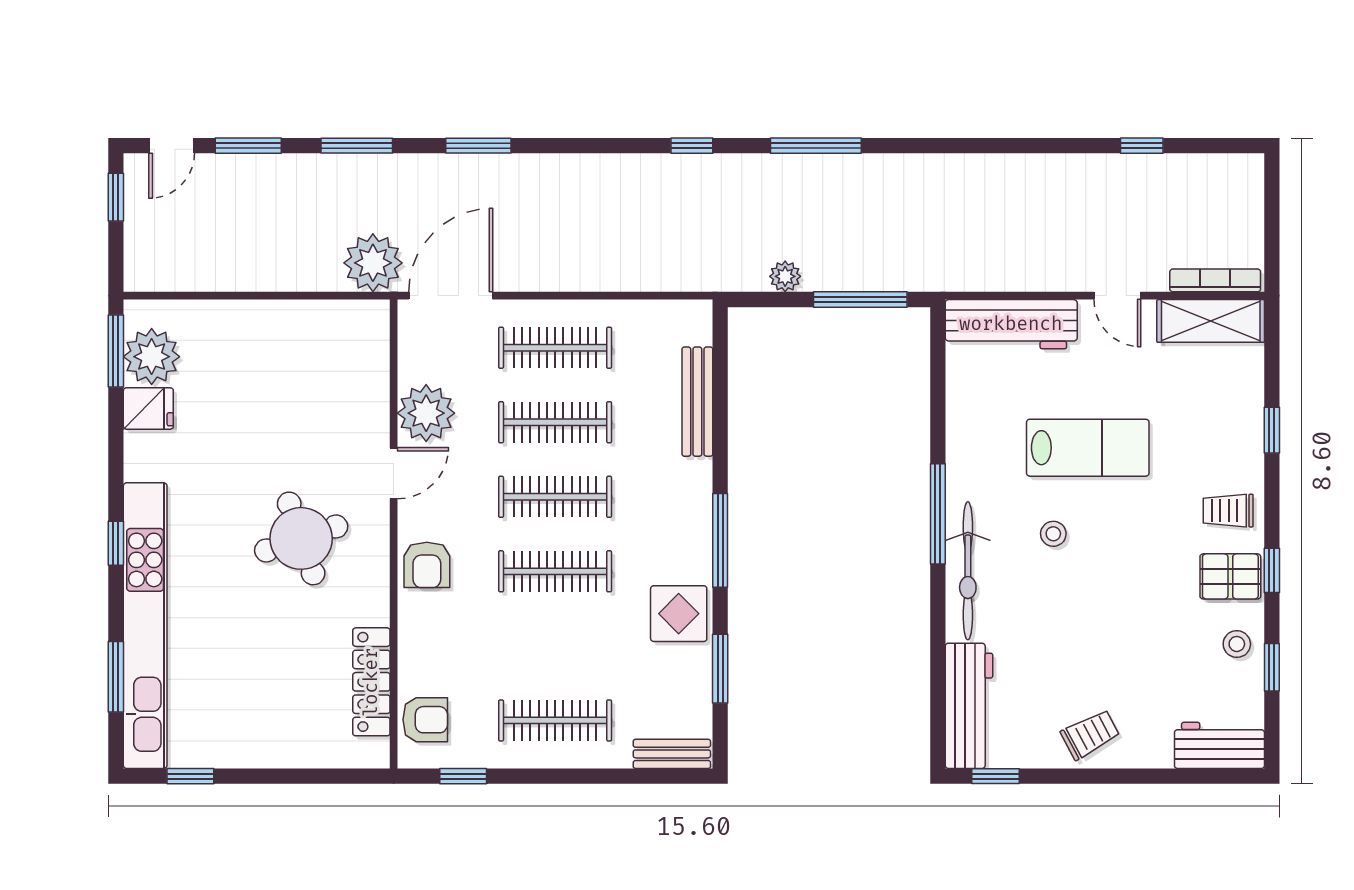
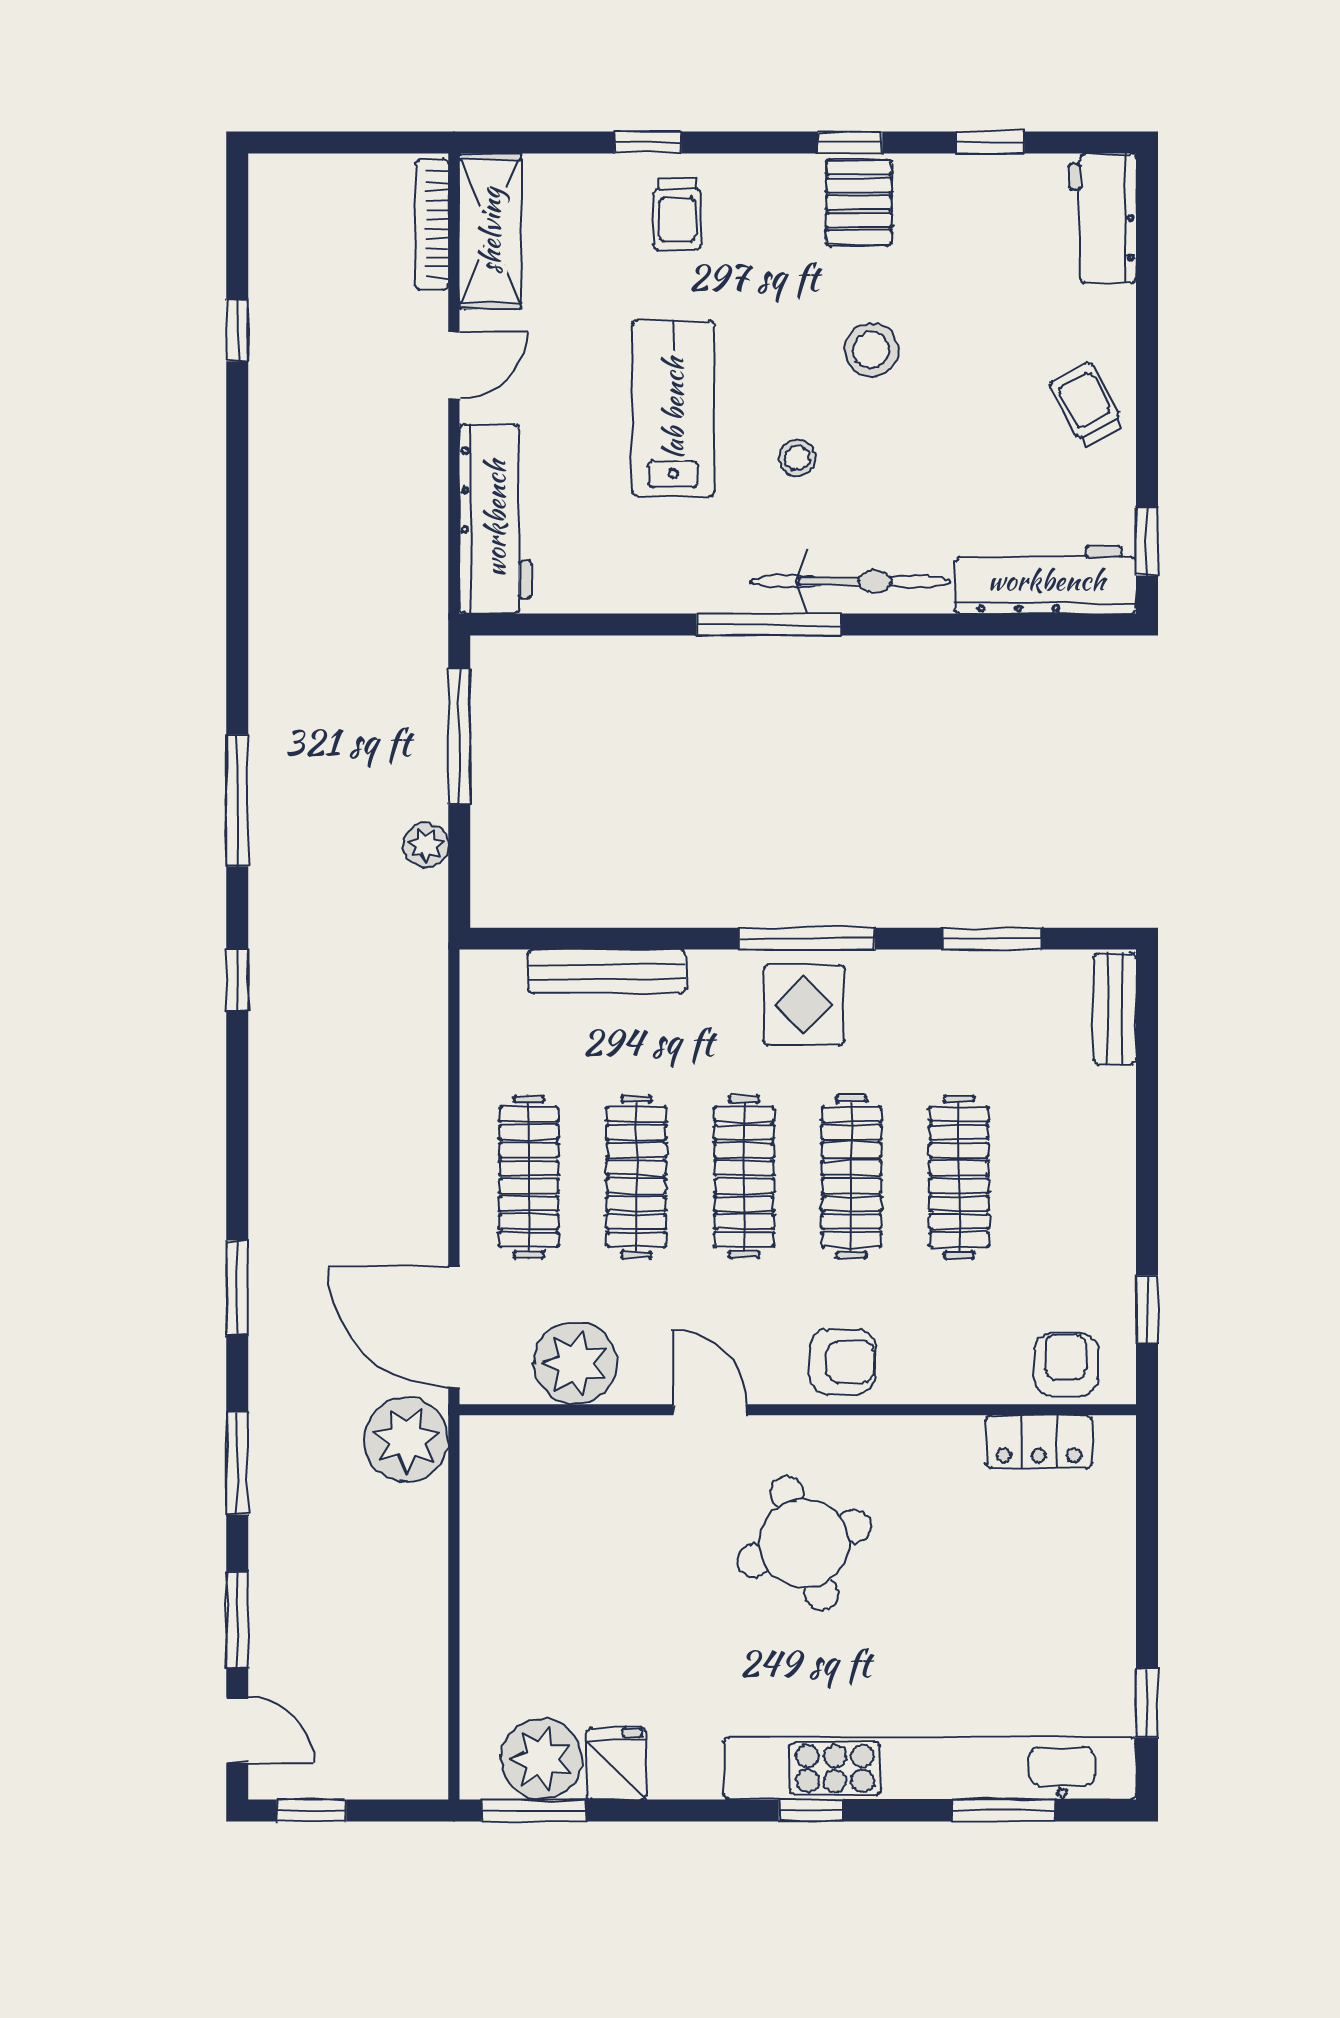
plant: (426, 413) -> (576, 1363), moved
trolley: (1228, 511) -> (677, 214), moved
display table: (679, 614) -> (804, 1005), moved
stool: (1237, 644) -> (871, 350), moved, width x1.37, depth x1.37
locker: (371, 682) -> (1039, 1442), width x0.66
clothes rail: (555, 720) -> (959, 1177), moved

